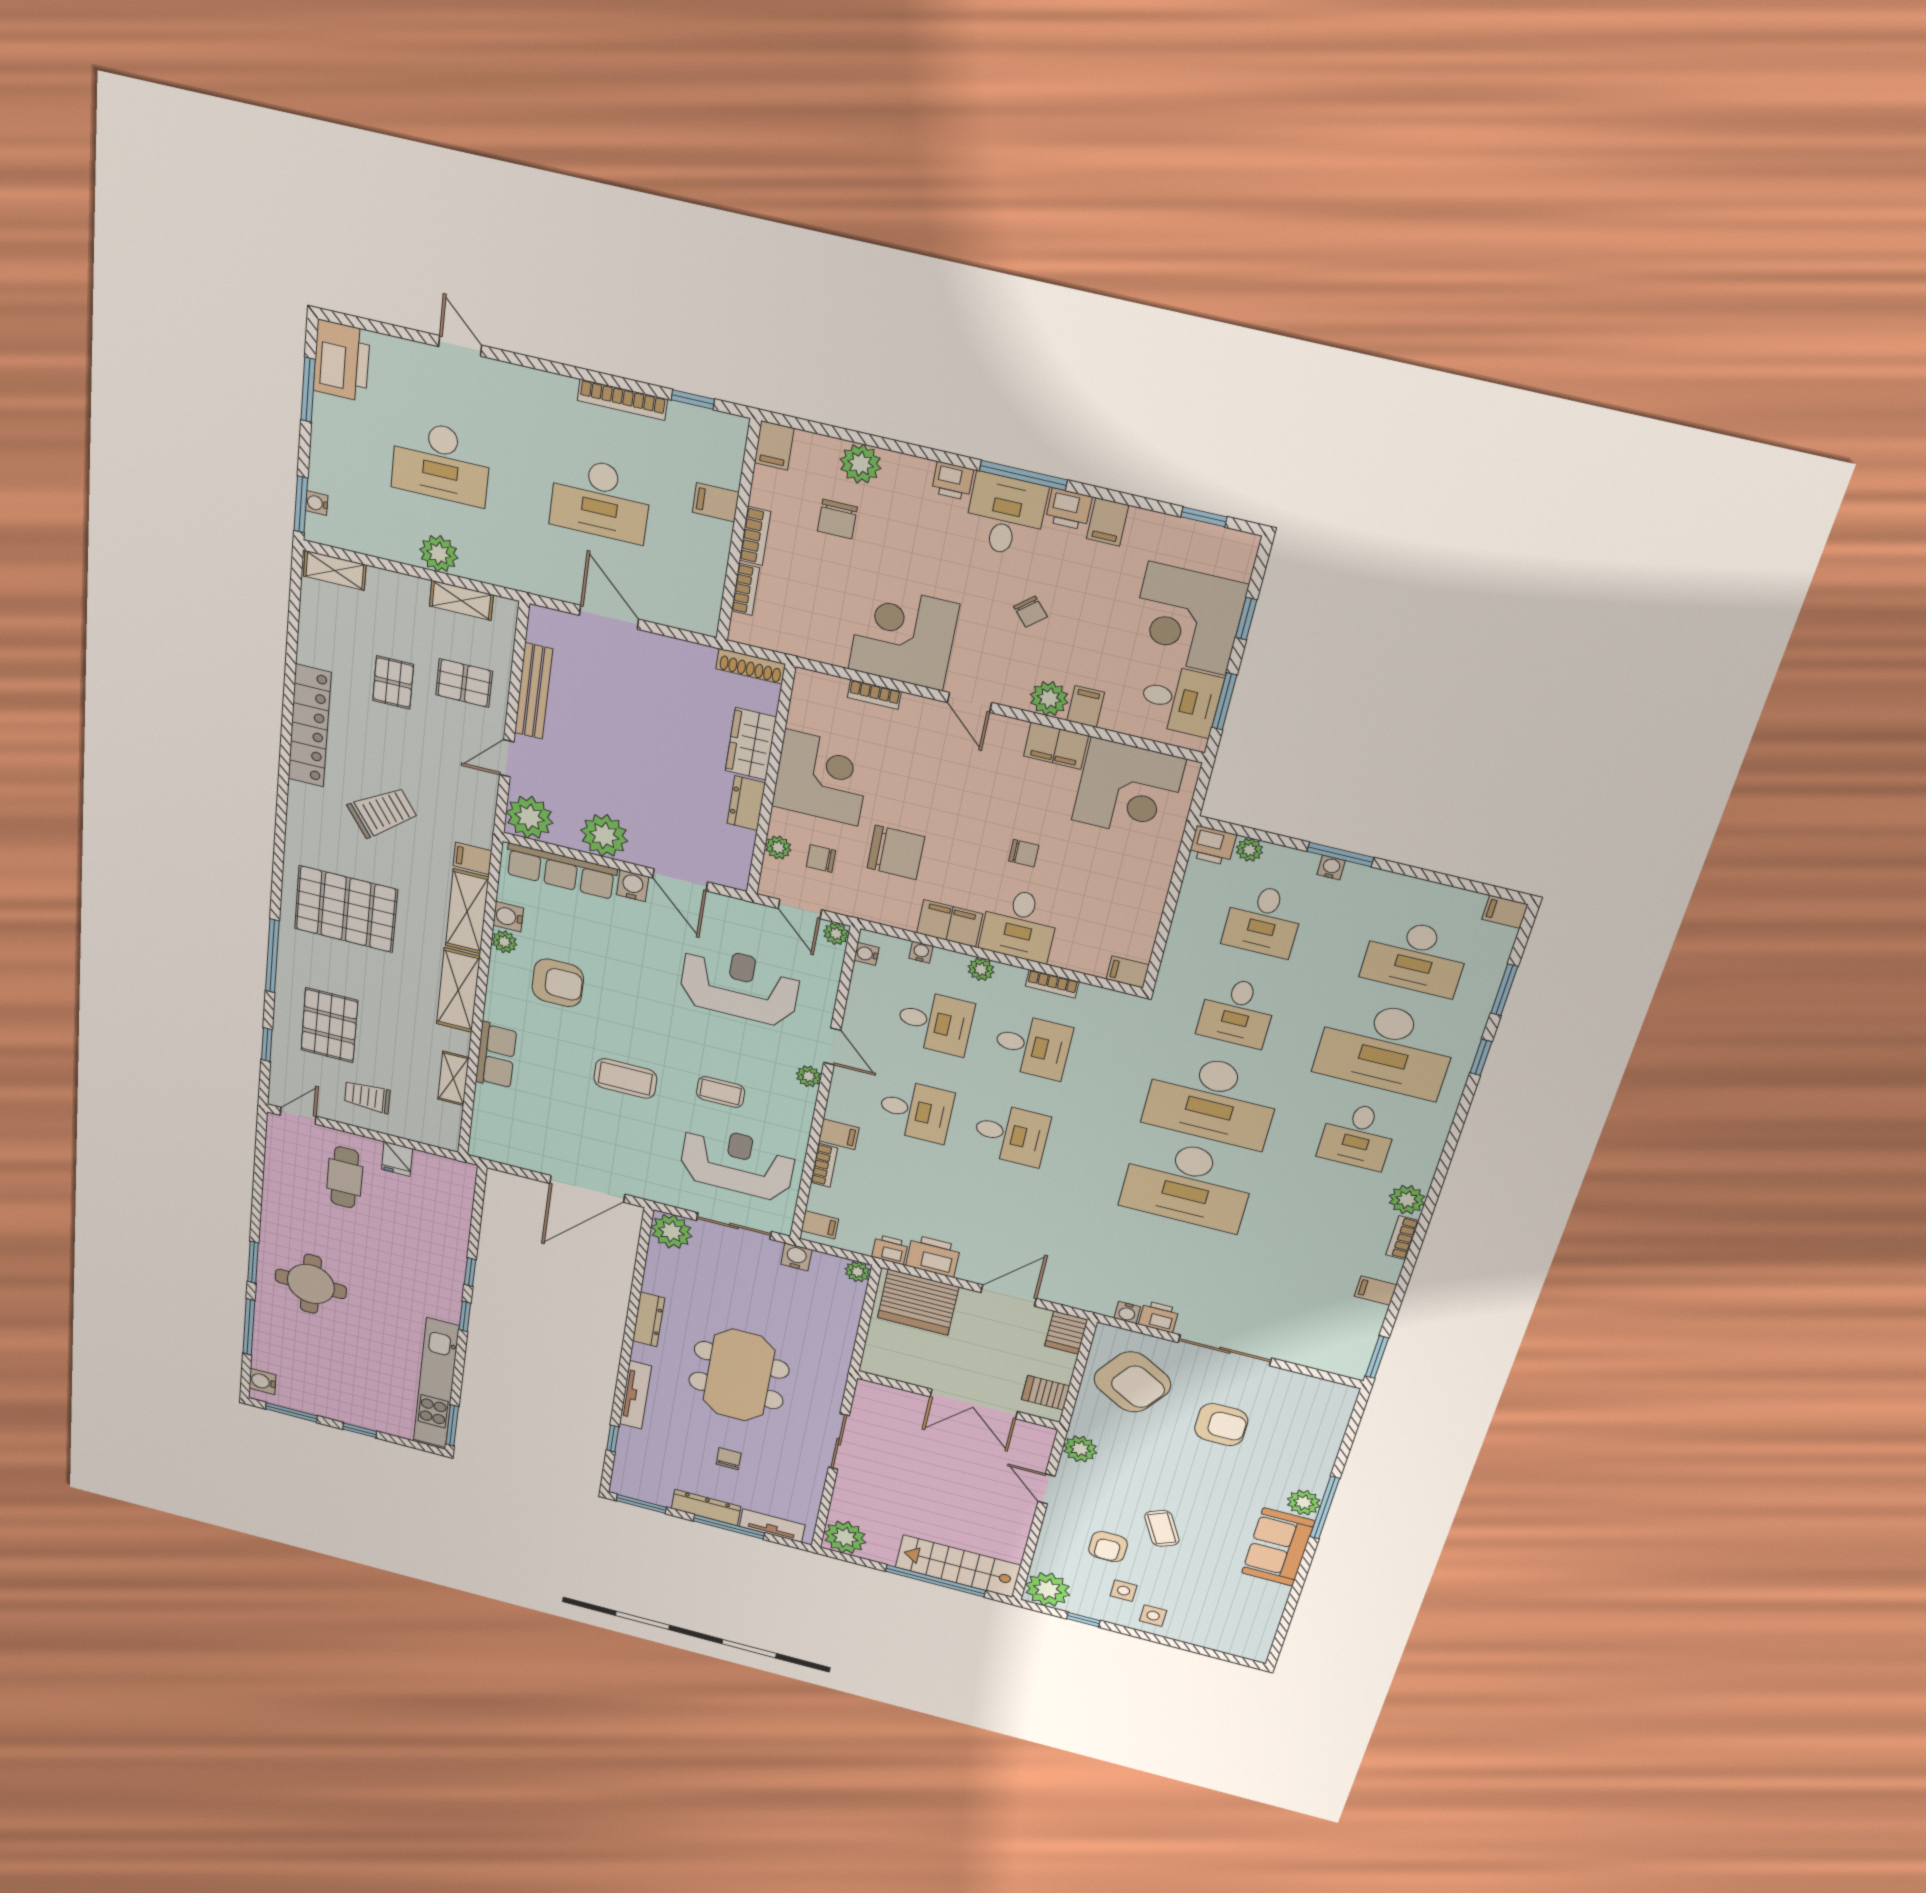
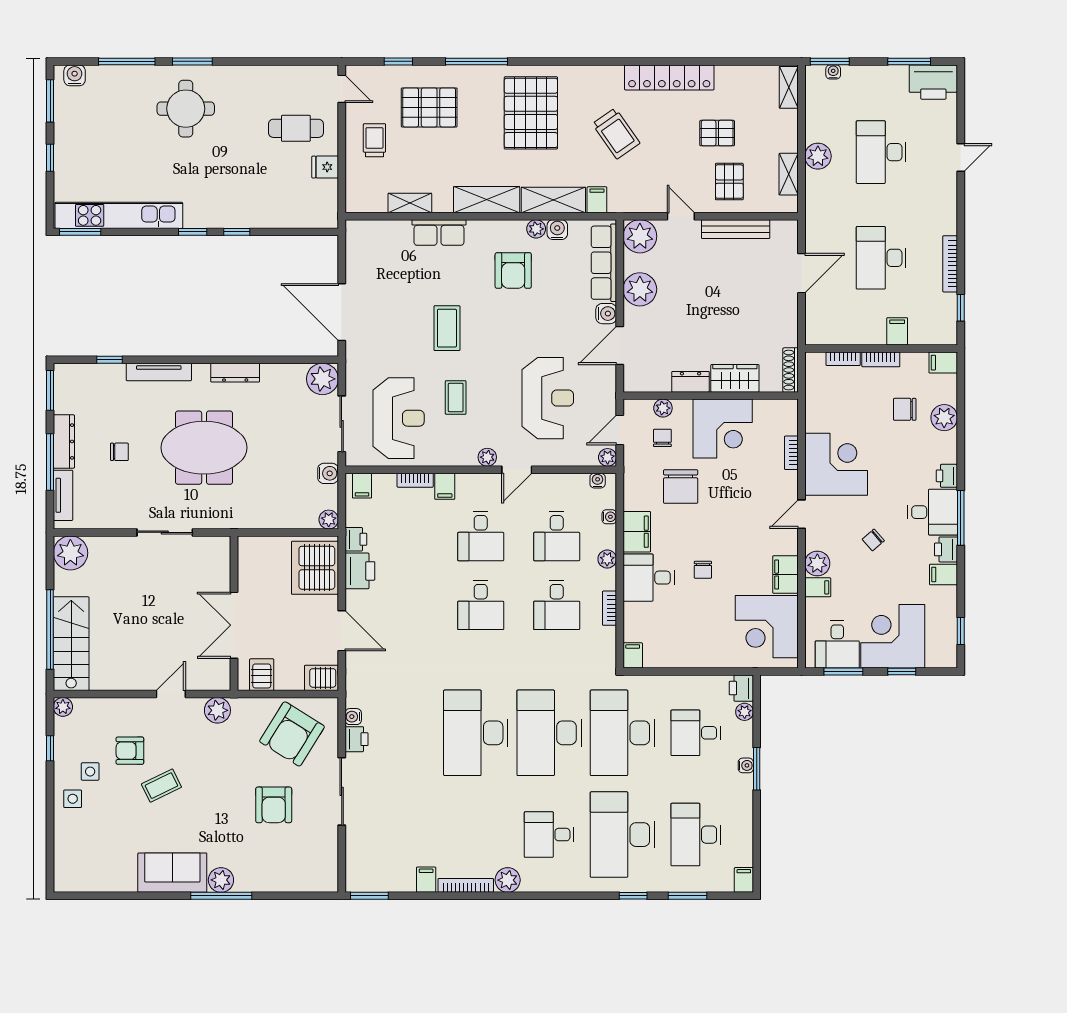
desk: (1237, 1012) -> (622, 733), width x1.87, depth x1.30
bookcase: (1402, 1238) -> (466, 885), width x1.56
plant: (1048, 1589) -> (63, 707), width x0.53, depth x0.53

